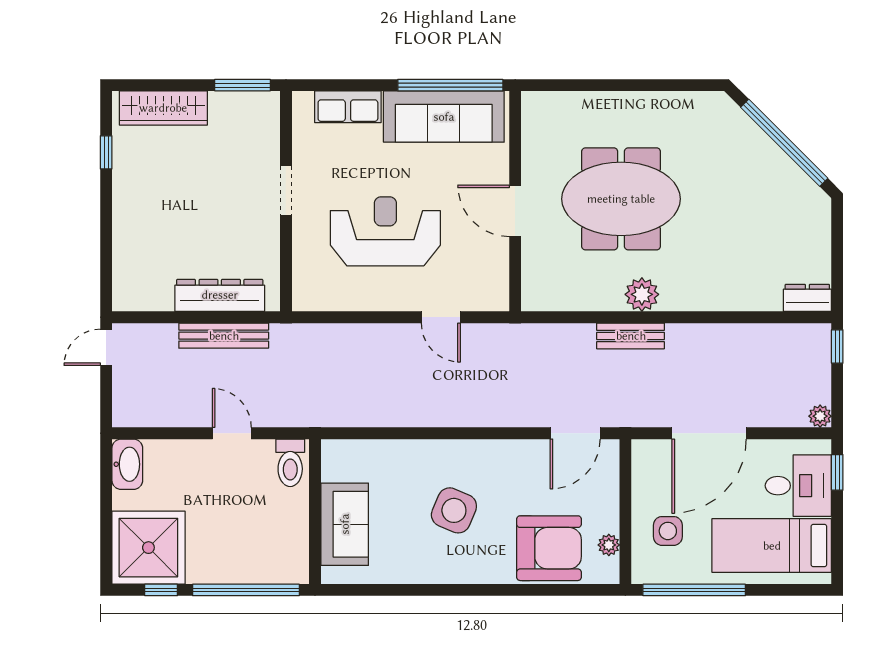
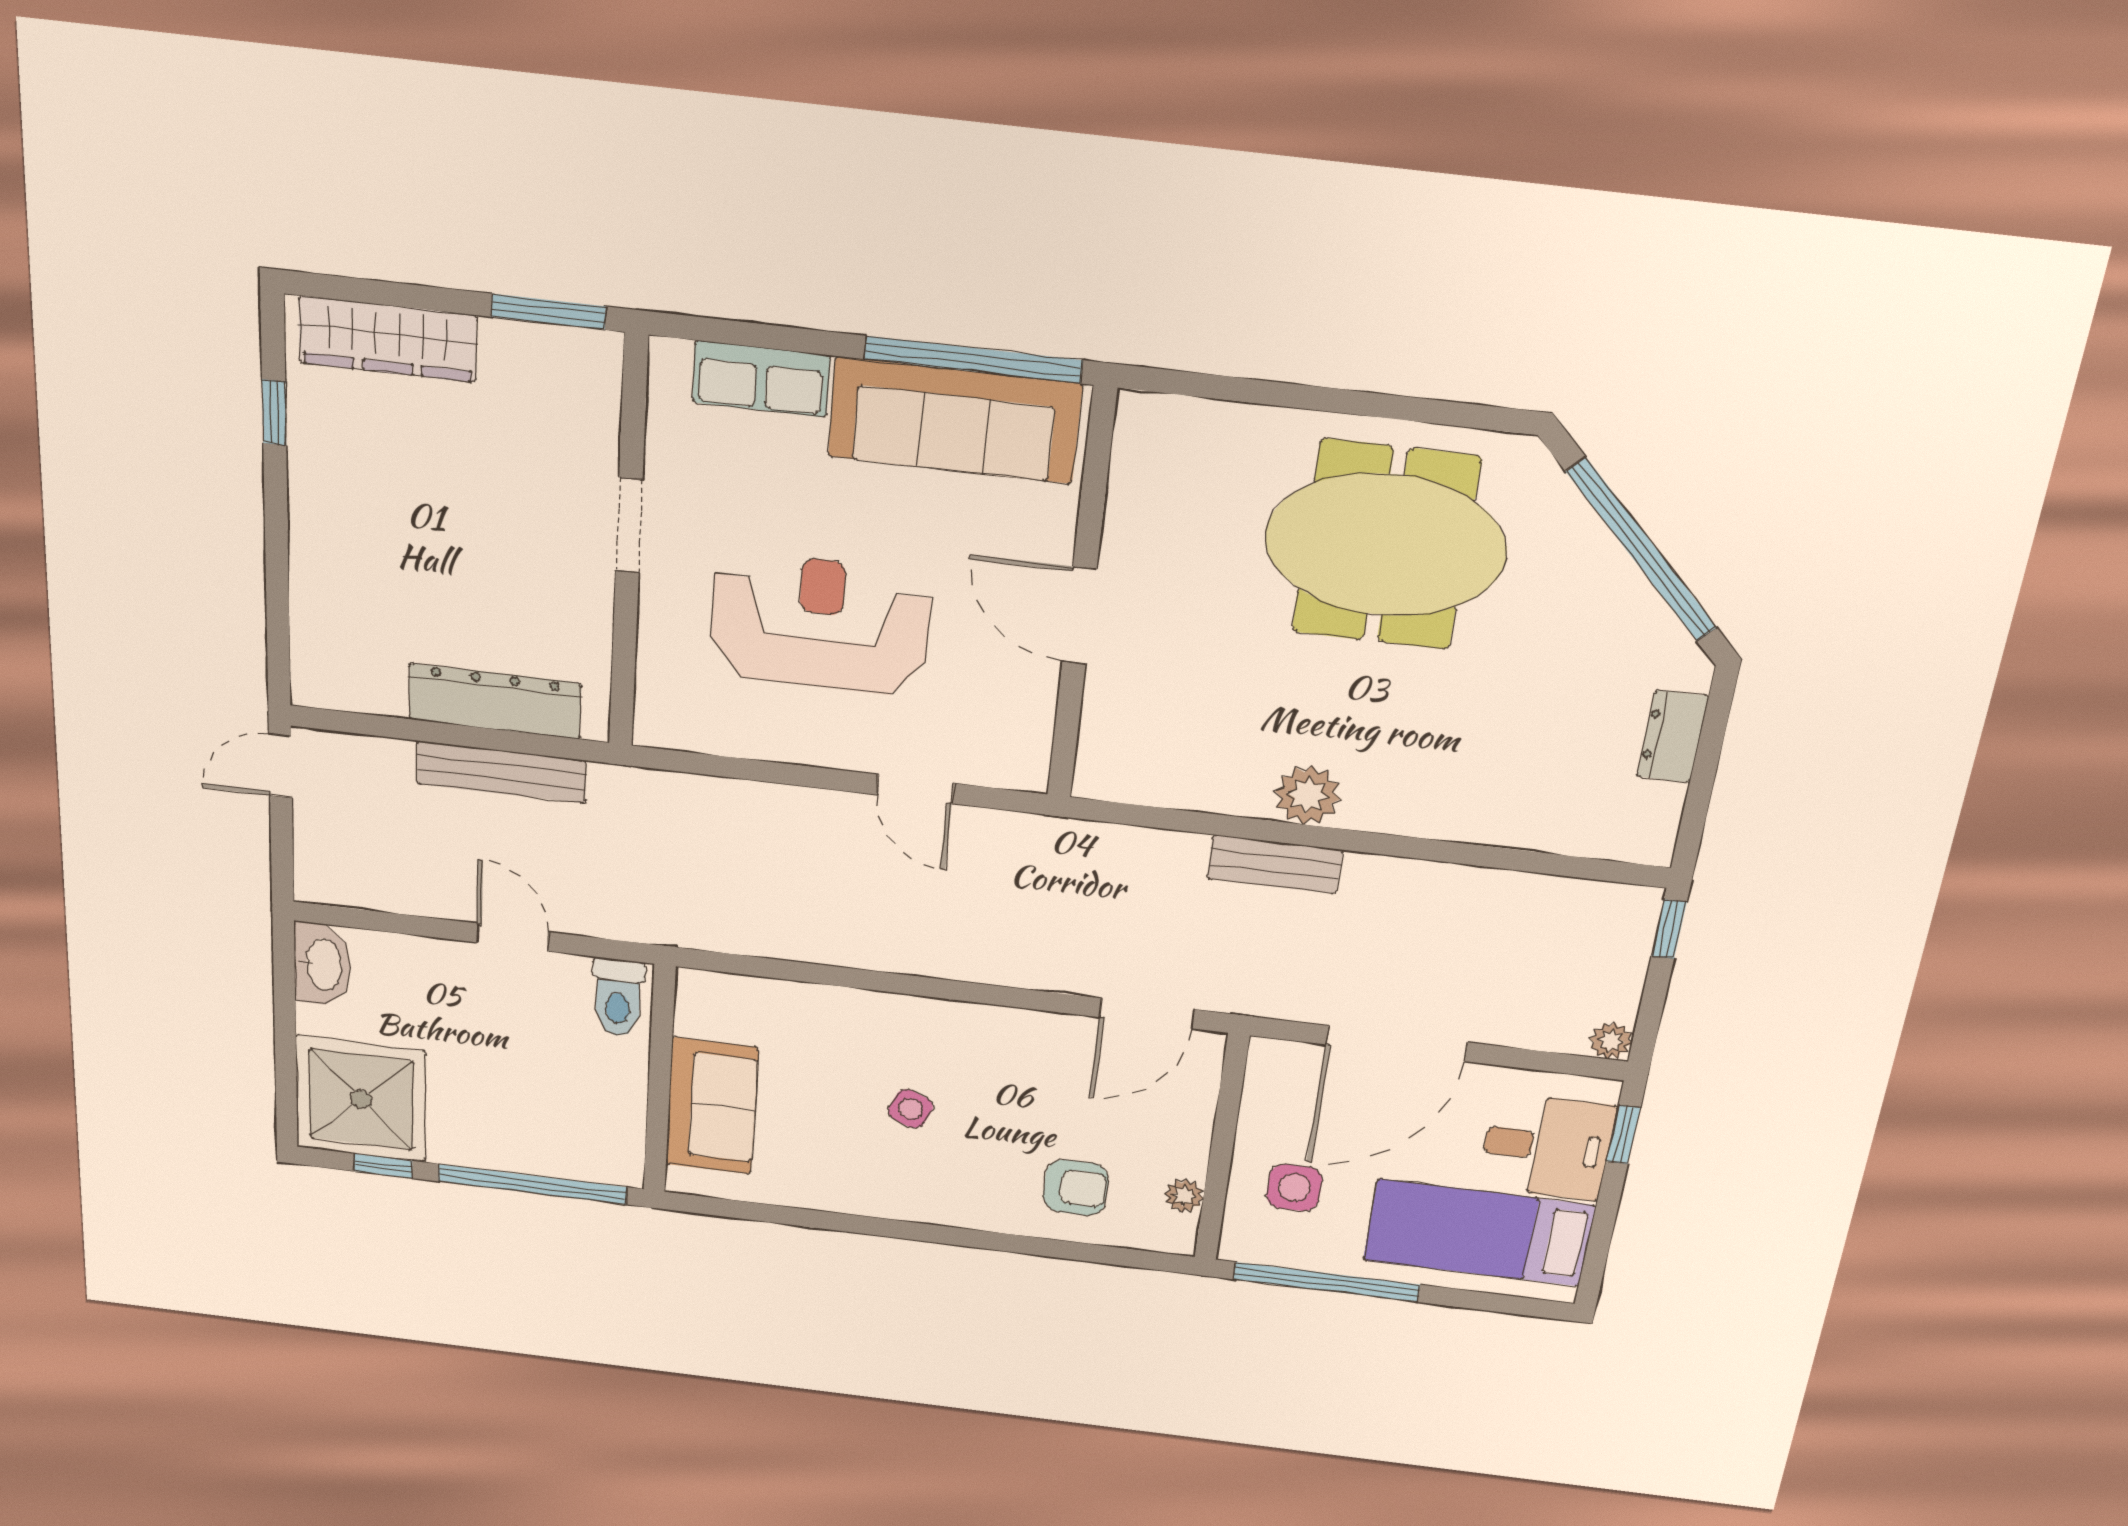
meeting table: (621, 199) -> (1386, 545), moved
dresser: (807, 298) -> (1672, 736), moved, turned -90
side table: (454, 510) -> (910, 1109), width x0.54, depth x0.54
armchair: (549, 548) -> (1076, 1188), width x0.53, depth x0.53

